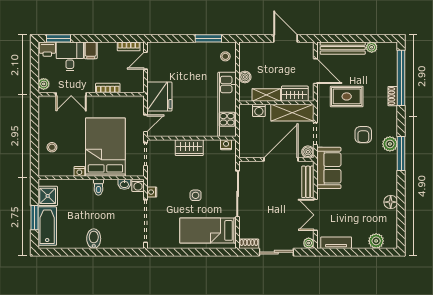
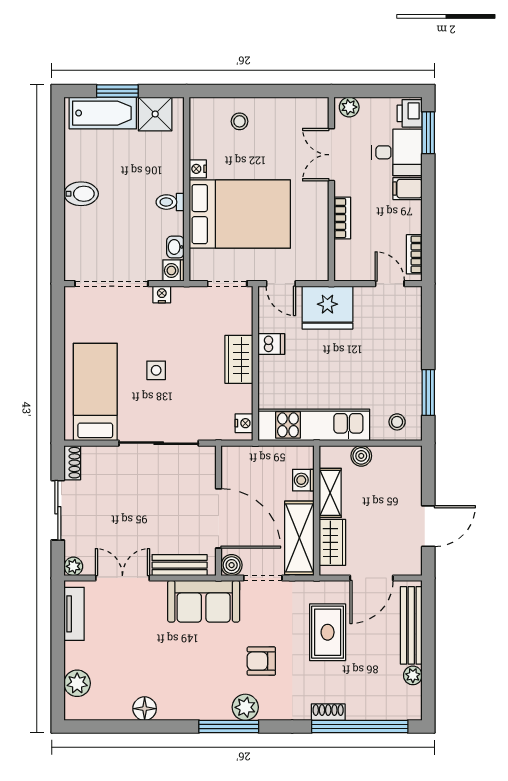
dishwasher: (180, 129) -> (271, 344), added

